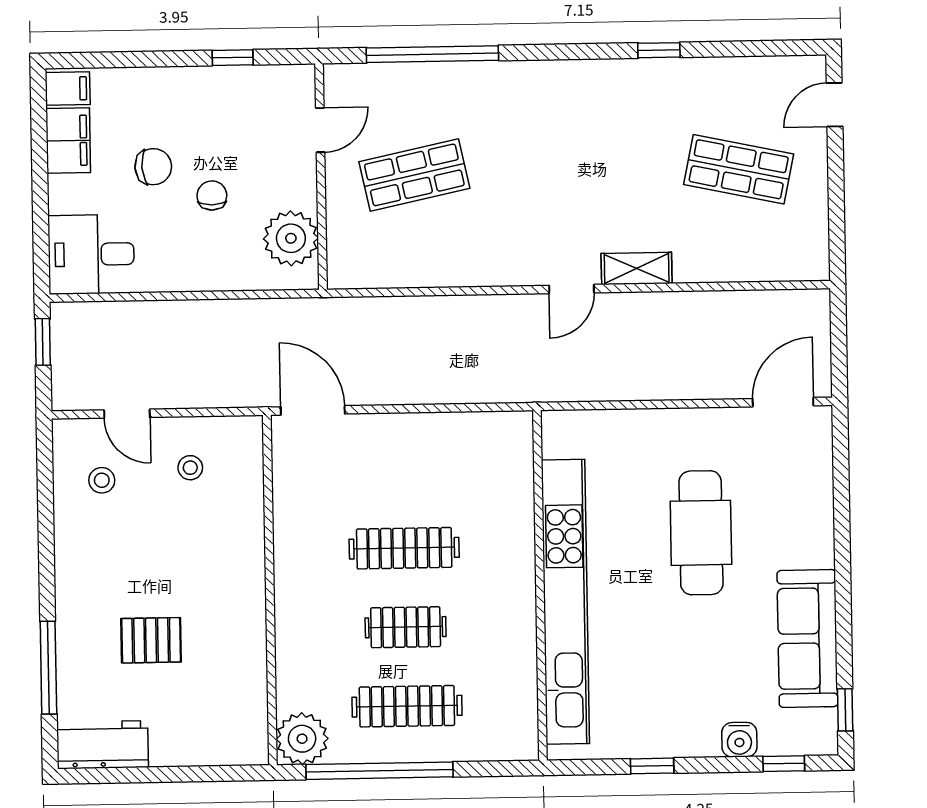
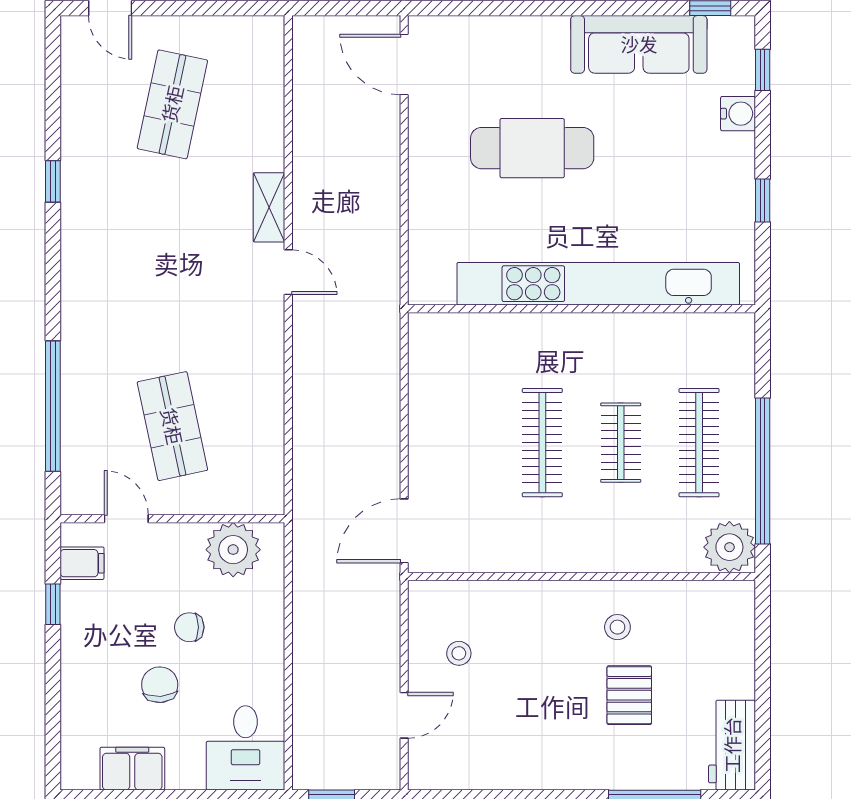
filing cabinet: (68, 88) -> (82, 563), moved, turned 90
stool: (102, 480) -> (617, 627), moved

